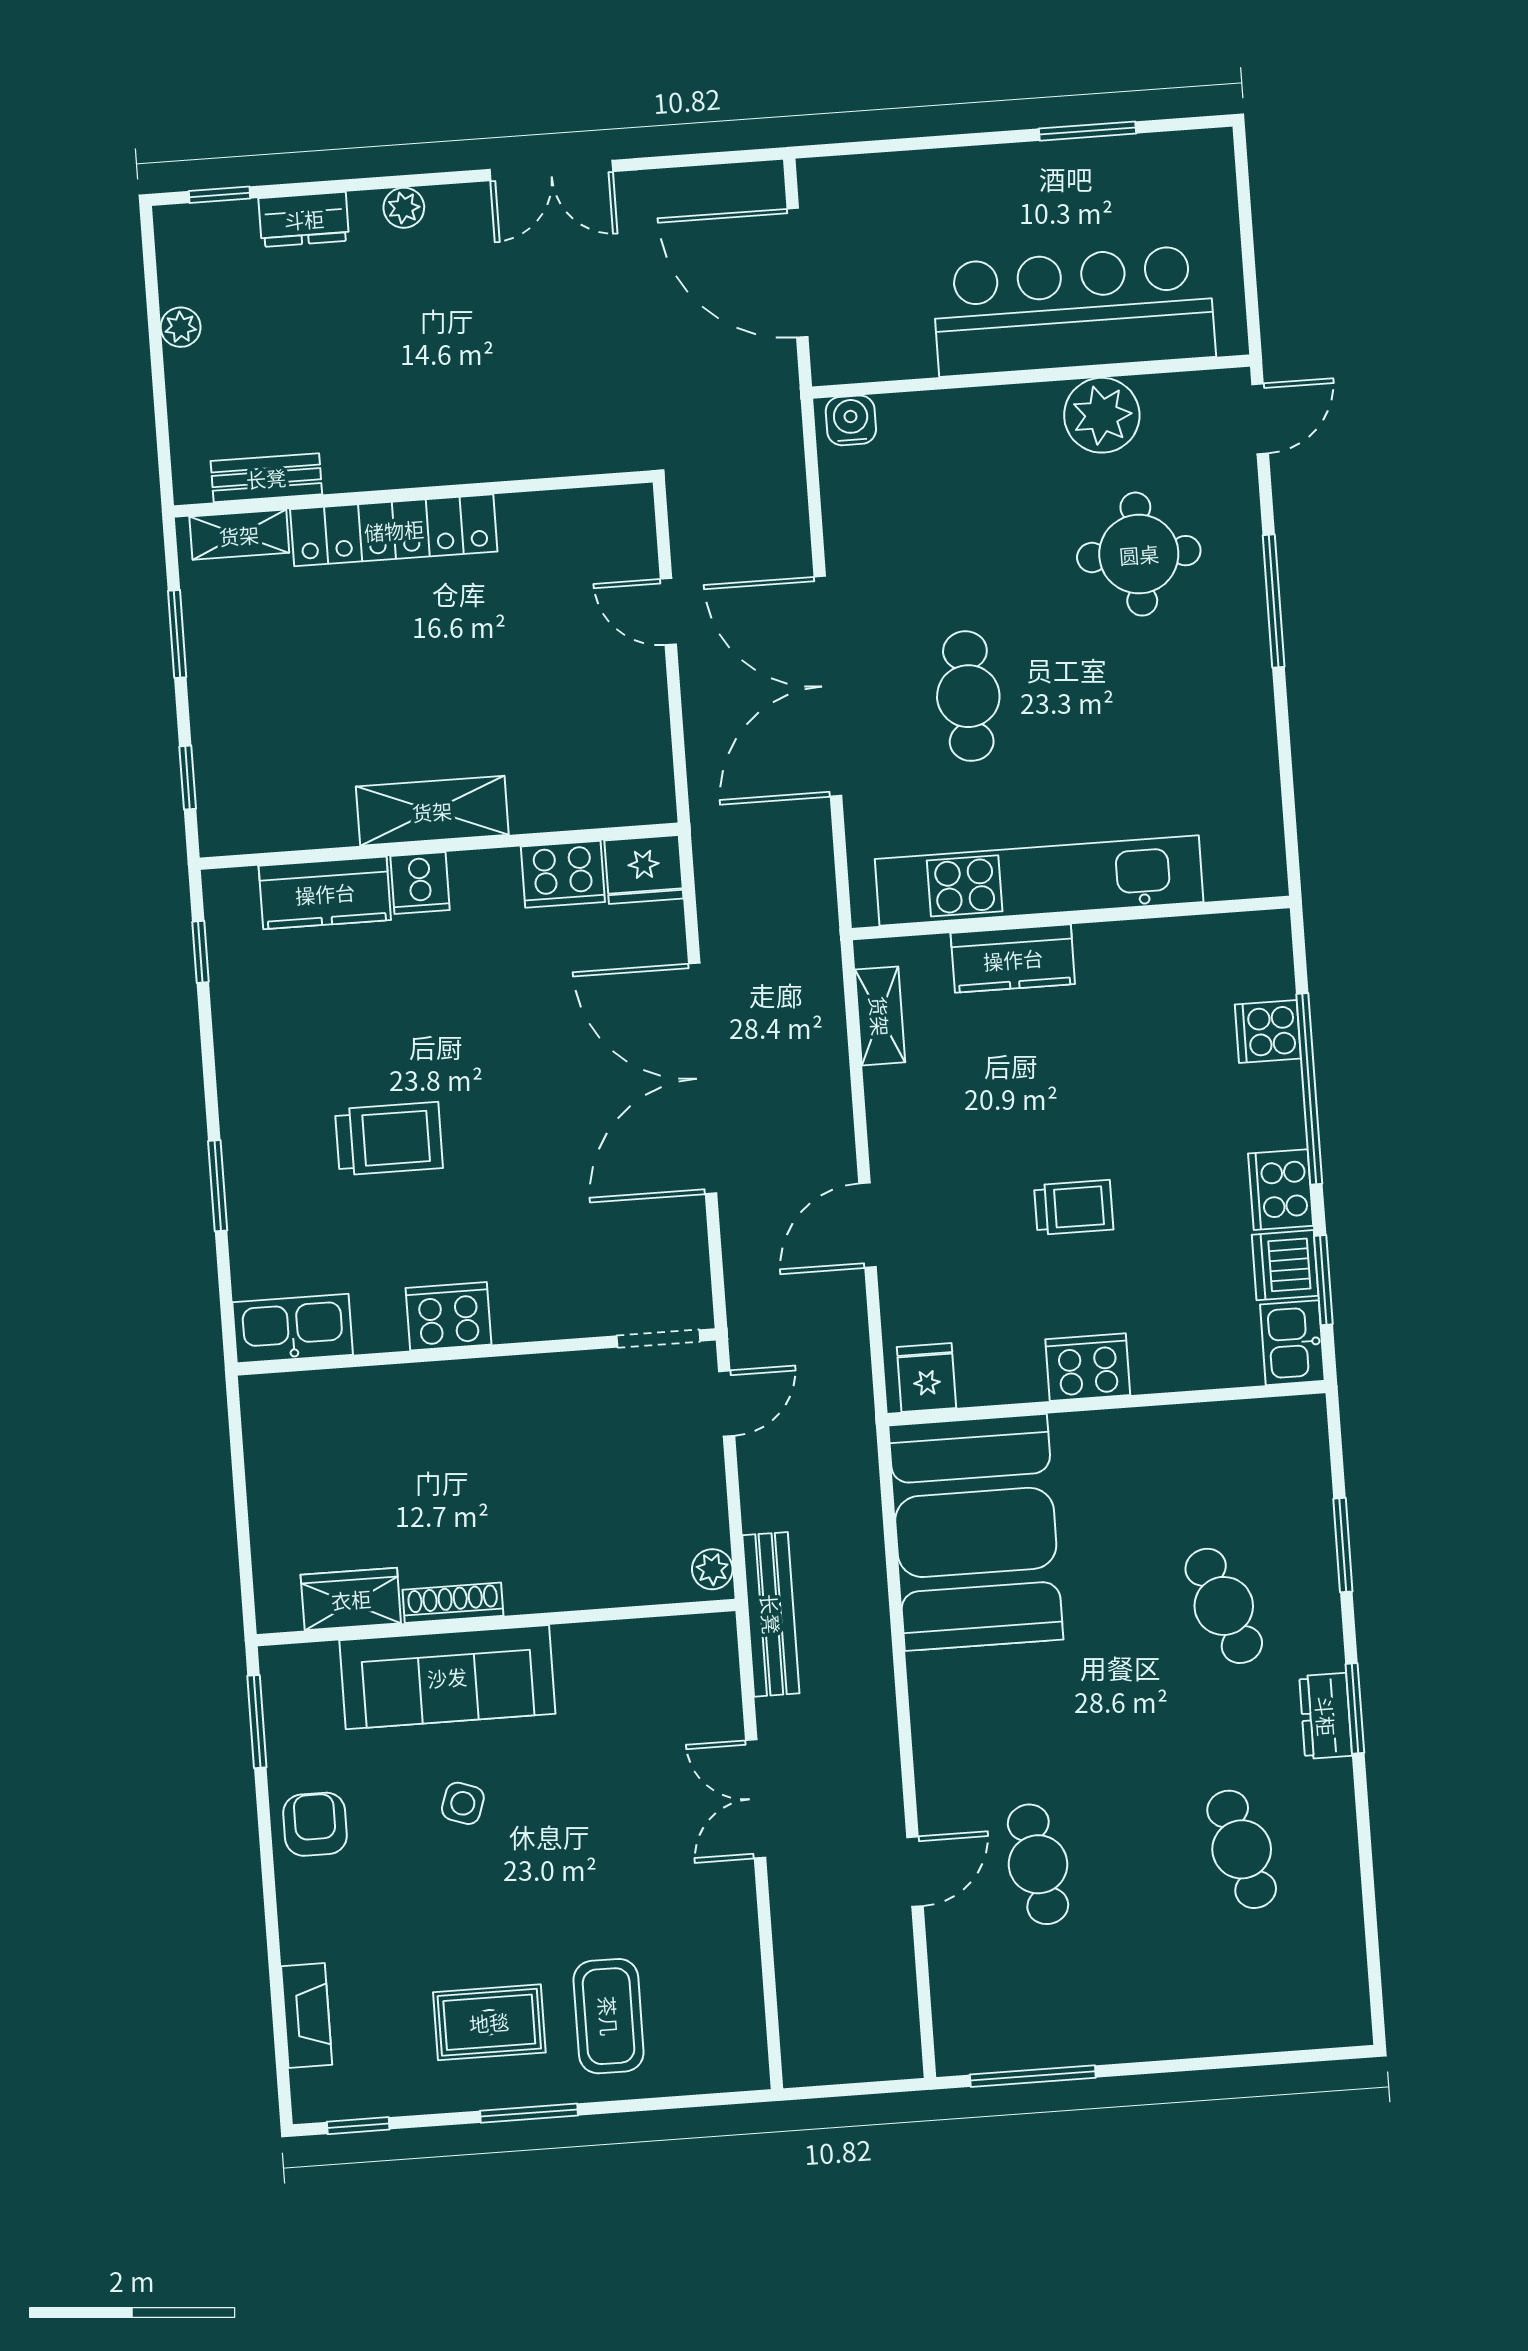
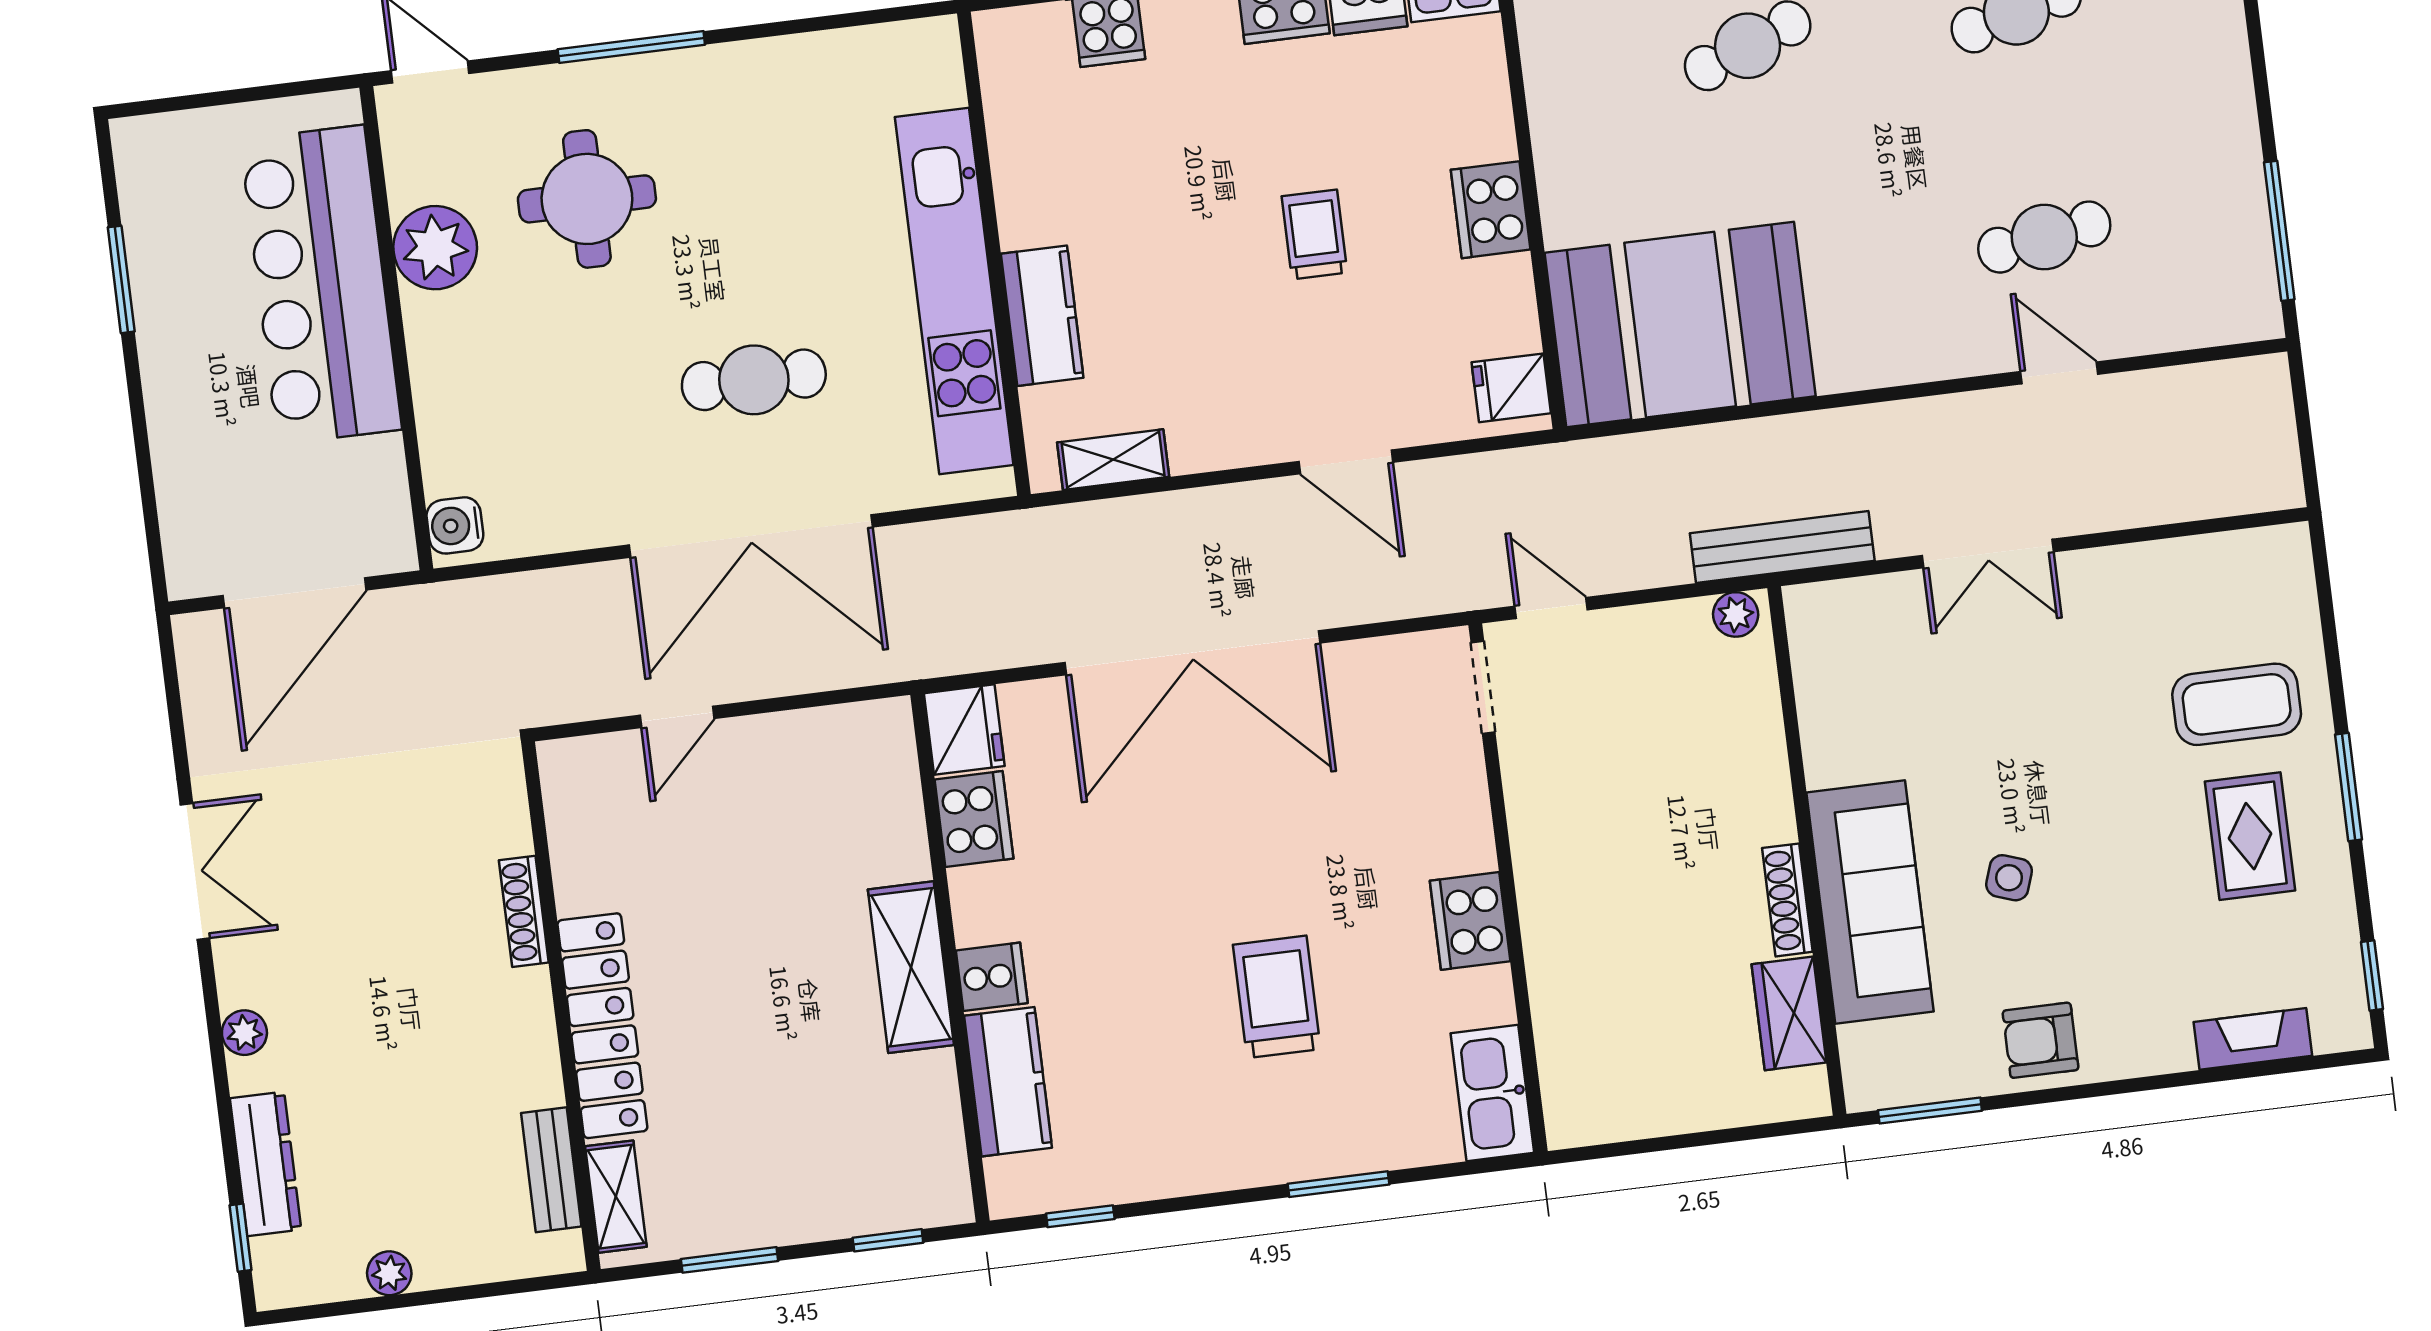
dresser: (304, 219) -> (266, 1164), width x1.44
shoe rack: (500, 465) -> (524, 911), added

